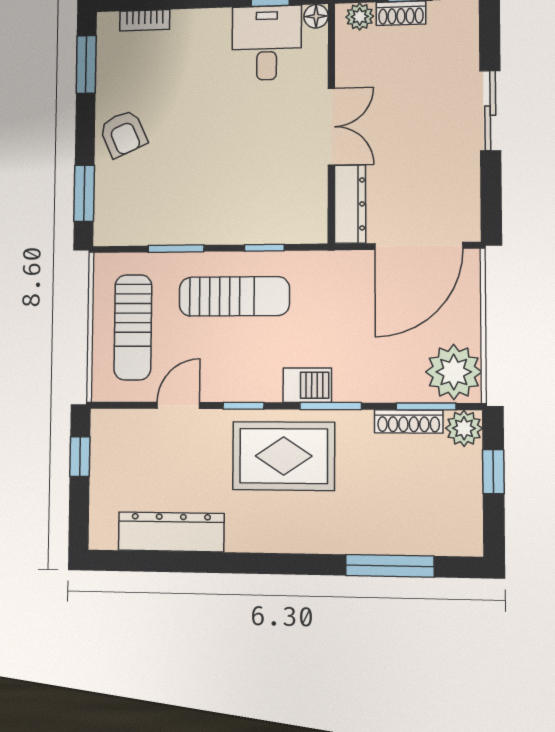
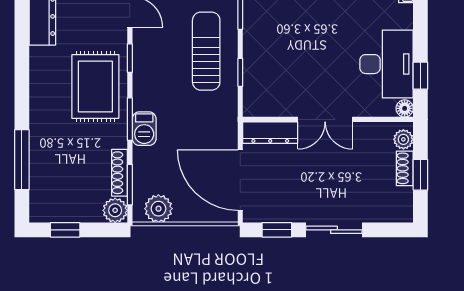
desk: (267, 43) -> (387, 64), width x1.37
window: (491, 192) -> (277, 230), added
sun lounger: (234, 296) -> (206, 51), turned 180
plant: (454, 372) -> (158, 209), width x0.73, depth x0.73
barbecue: (307, 385) -> (144, 129), moved
window: (493, 472) -> (65, 230), moved

